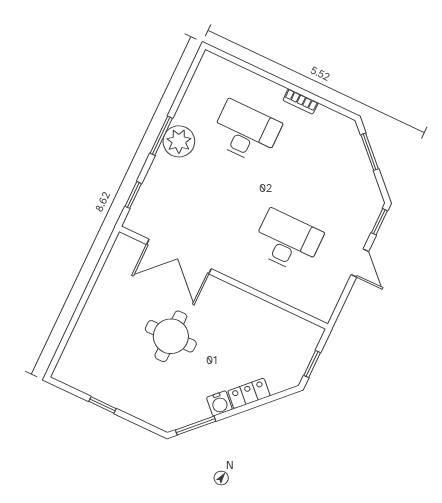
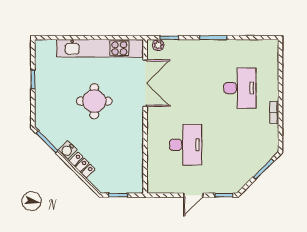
plant: (179, 141) -> (158, 45), moved, width x0.53, depth x0.53
double door: (179, 257) -> (145, 83), swing flipped
kitchen unit: (103, 296) -> (100, 48), added

